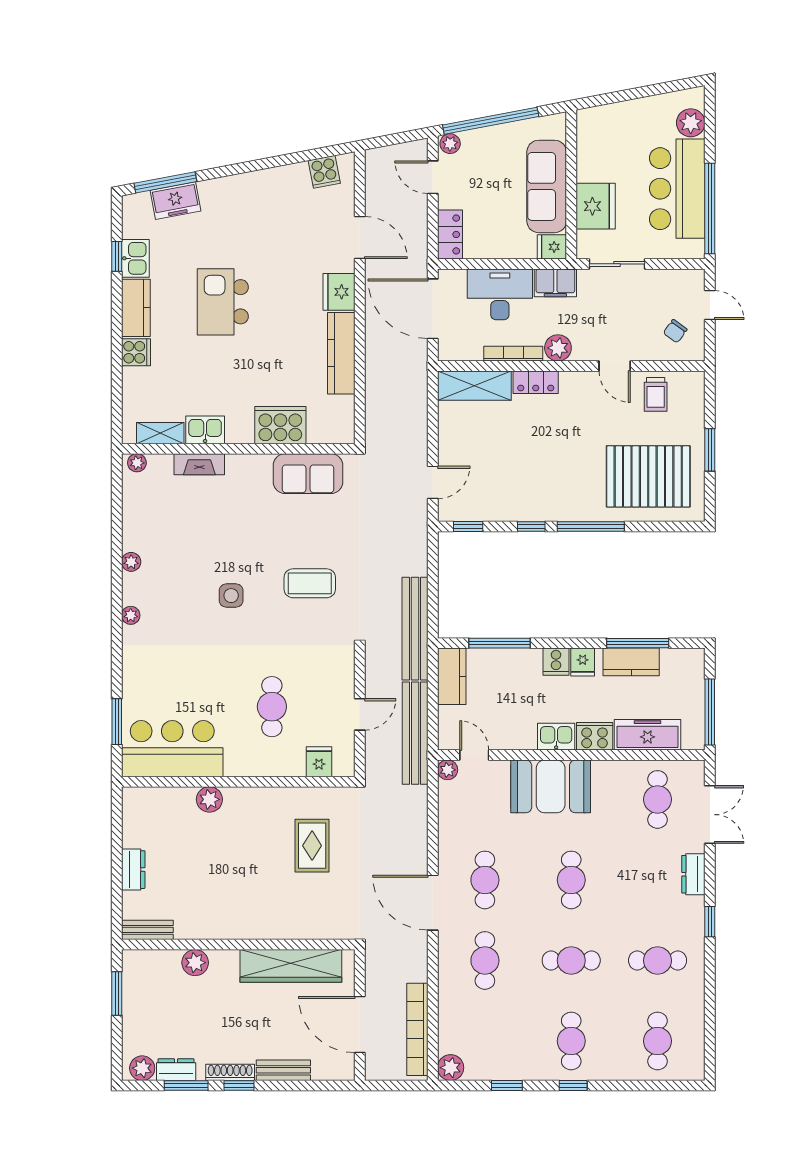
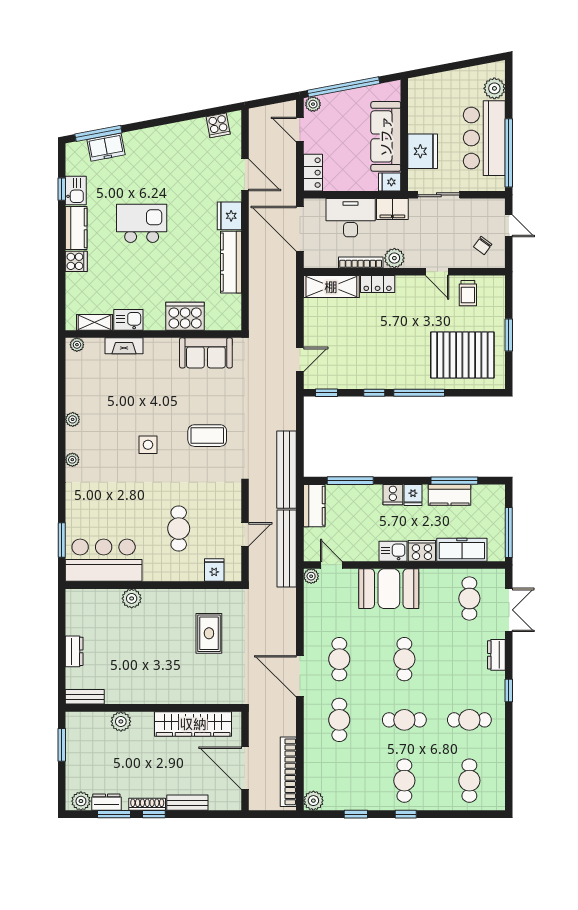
kitchen island: (223, 302) -> (142, 223), turned 90

